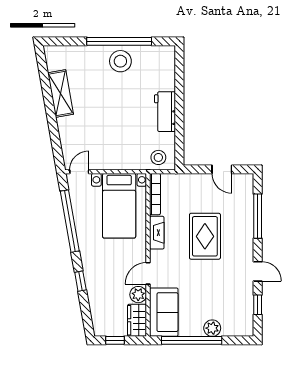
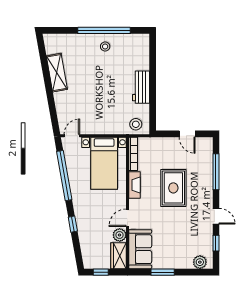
stool: (120, 61) -> (105, 46), width x0.53, depth x0.53
plant: (212, 328) -> (200, 262), moved
window: (192, 340) -> (163, 272), width x0.47

